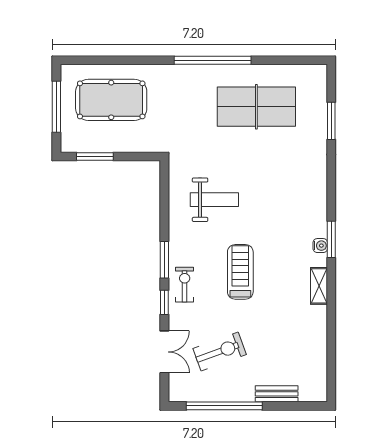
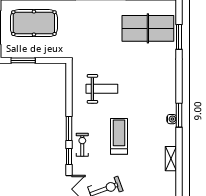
table tennis table: (256, 107) -> (148, 28), moved
shelving: (319, 286) -> (171, 159), moved

